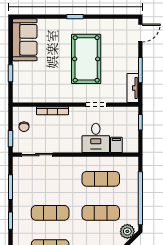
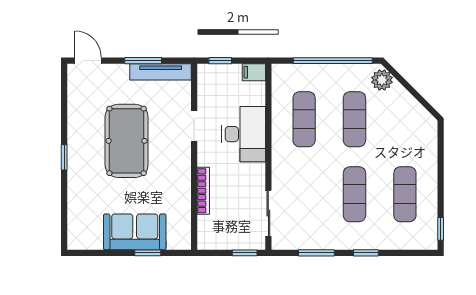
sofa: (25, 40) -> (135, 232), moved
pool table: (86, 59) -> (127, 141), turned 90
tv unit: (133, 88) -> (161, 72), width x1.41
chair: (24, 127) -> (227, 233), removed
desk: (96, 138) -> (244, 134), width x1.37
filing cabinet: (116, 145) -> (254, 72), moved

